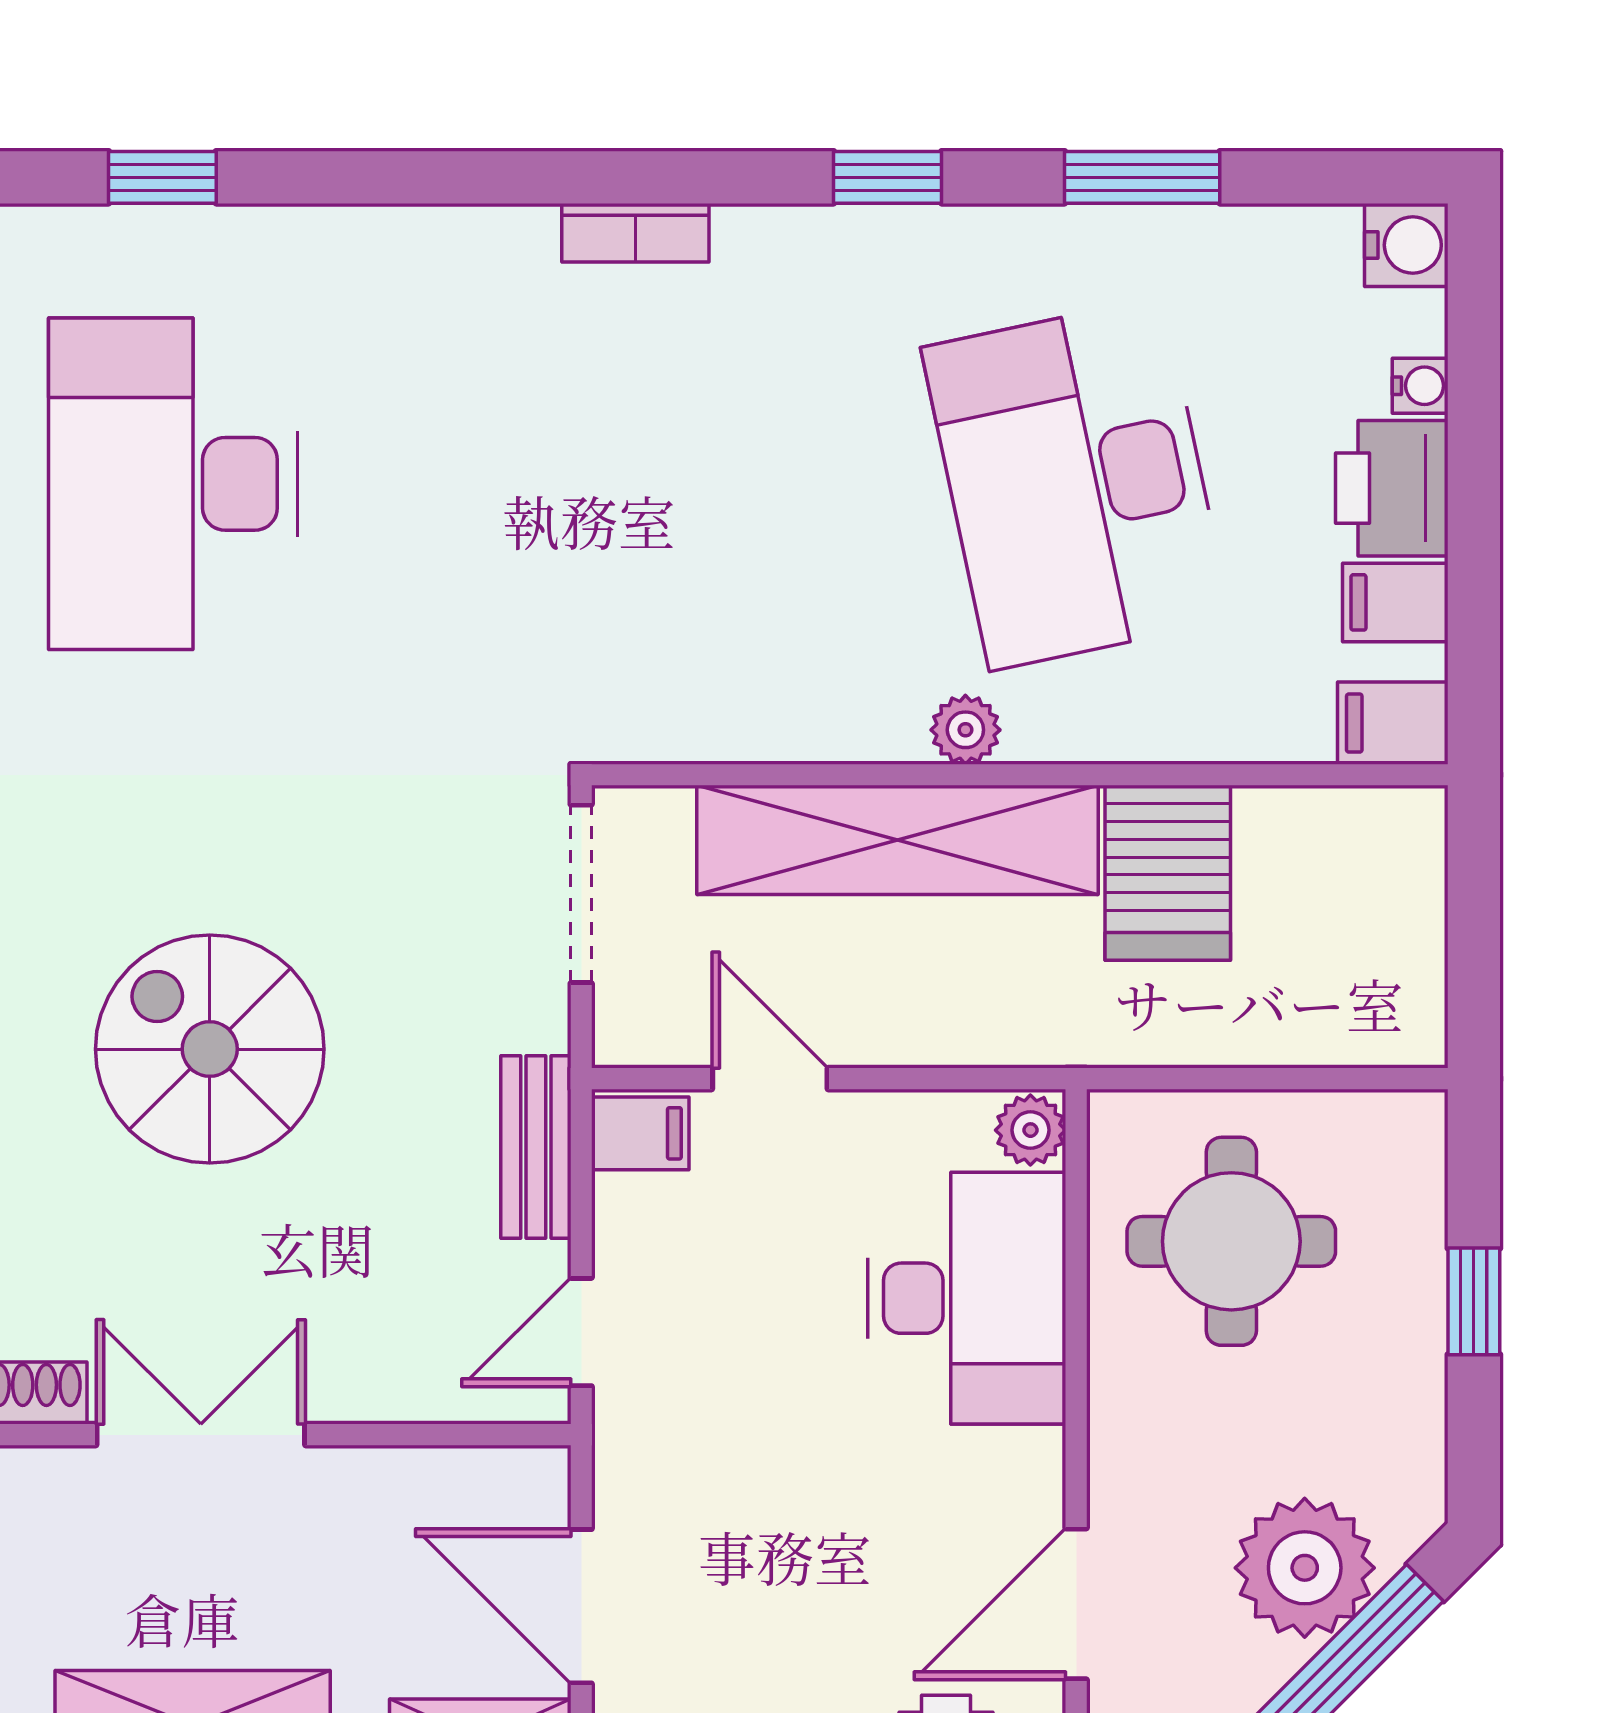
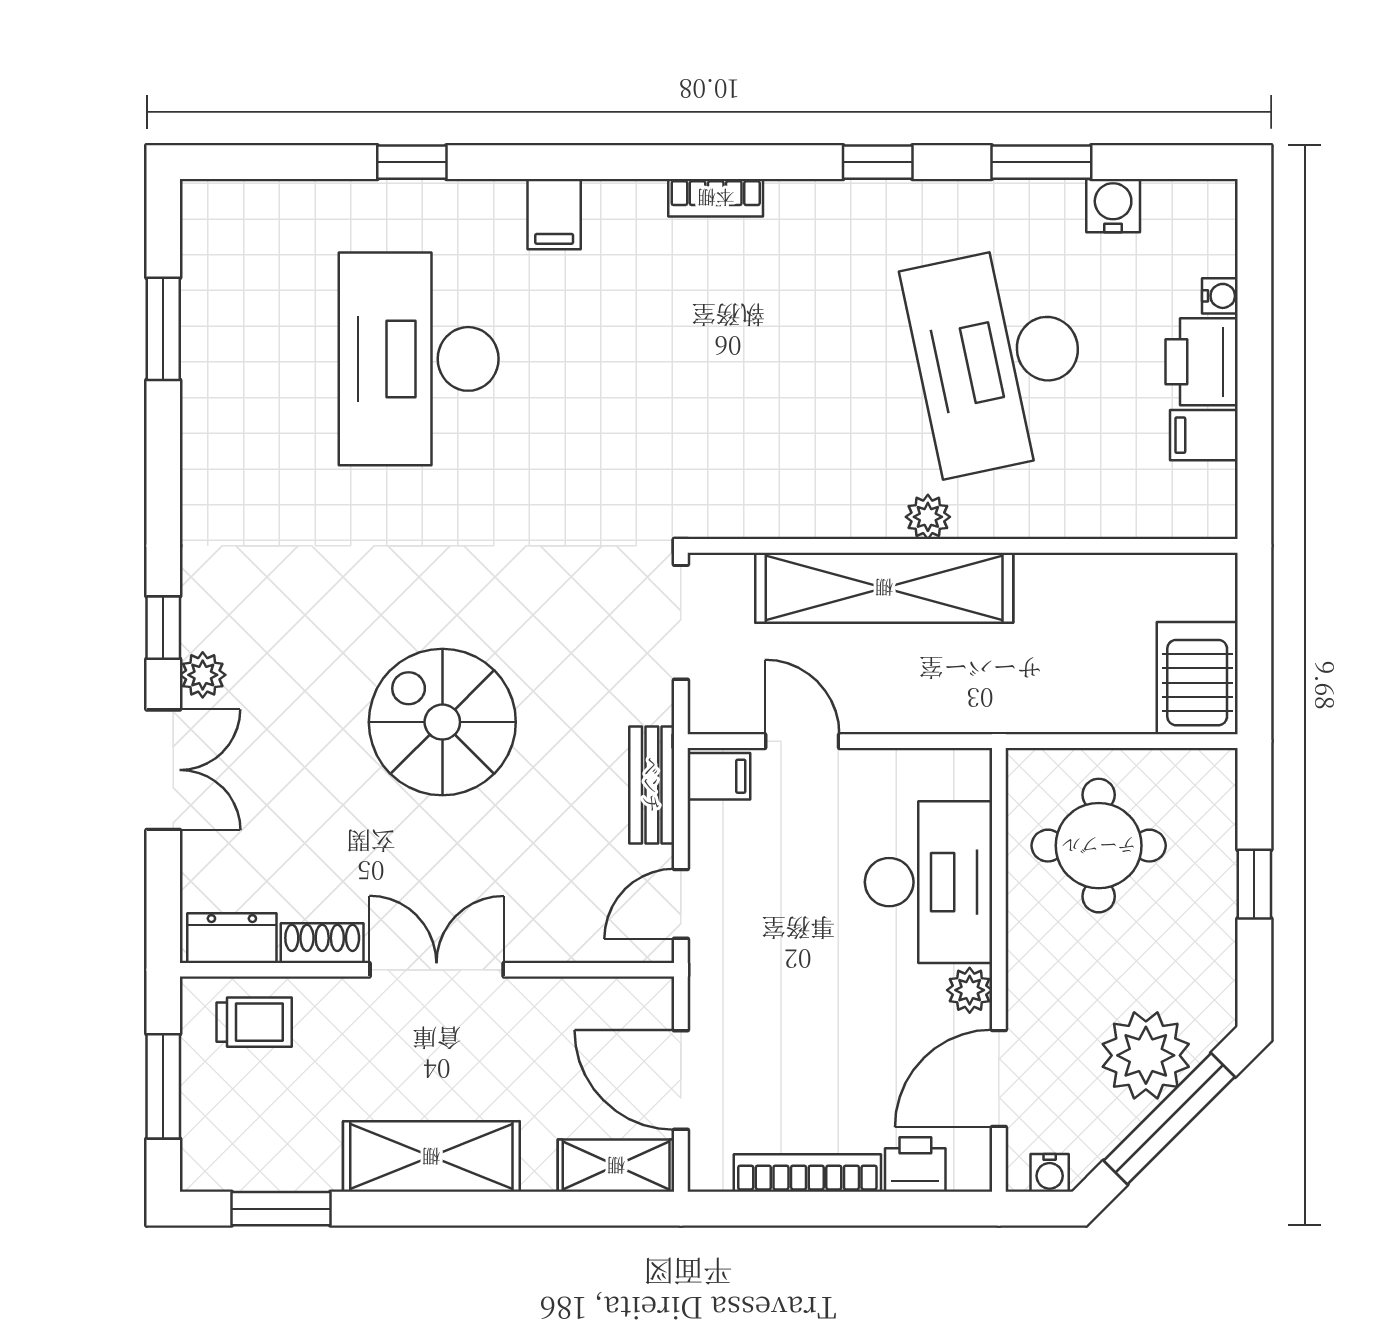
water cooler: (1406, 245) -> (1113, 206), moved, turned -90
filing cabinet: (1393, 723) -> (554, 214), moved, turned -90
server rack: (1168, 873) -> (1197, 678), moved, turned 180
plant: (1030, 1130) -> (970, 990), moved

